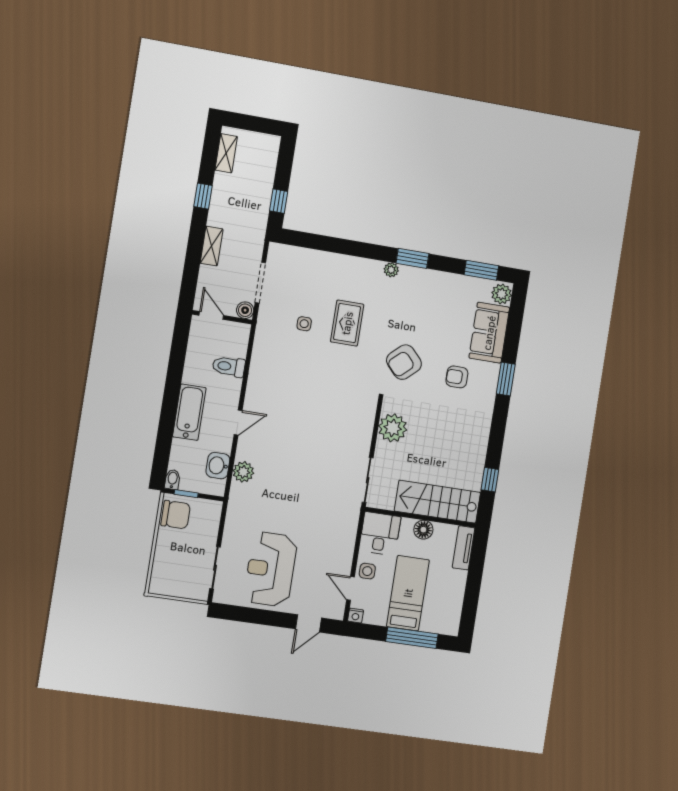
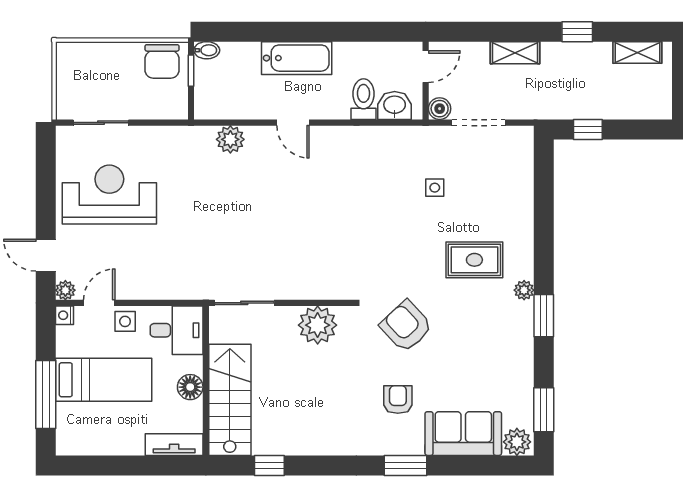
rug: (347, 323) -> (474, 260), moved
washbasin: (218, 466) -> (395, 106), moved
plant: (337, 612) -> (65, 290), added

